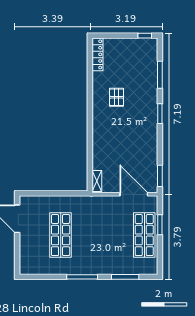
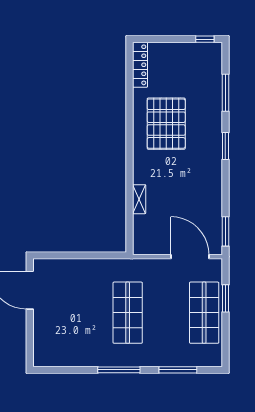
pallet: (117, 97) -> (166, 124), width x2.05, depth x2.00
shelving: (97, 181) -> (139, 199), moved
shop shelf: (61, 235) -> (128, 313), moved

